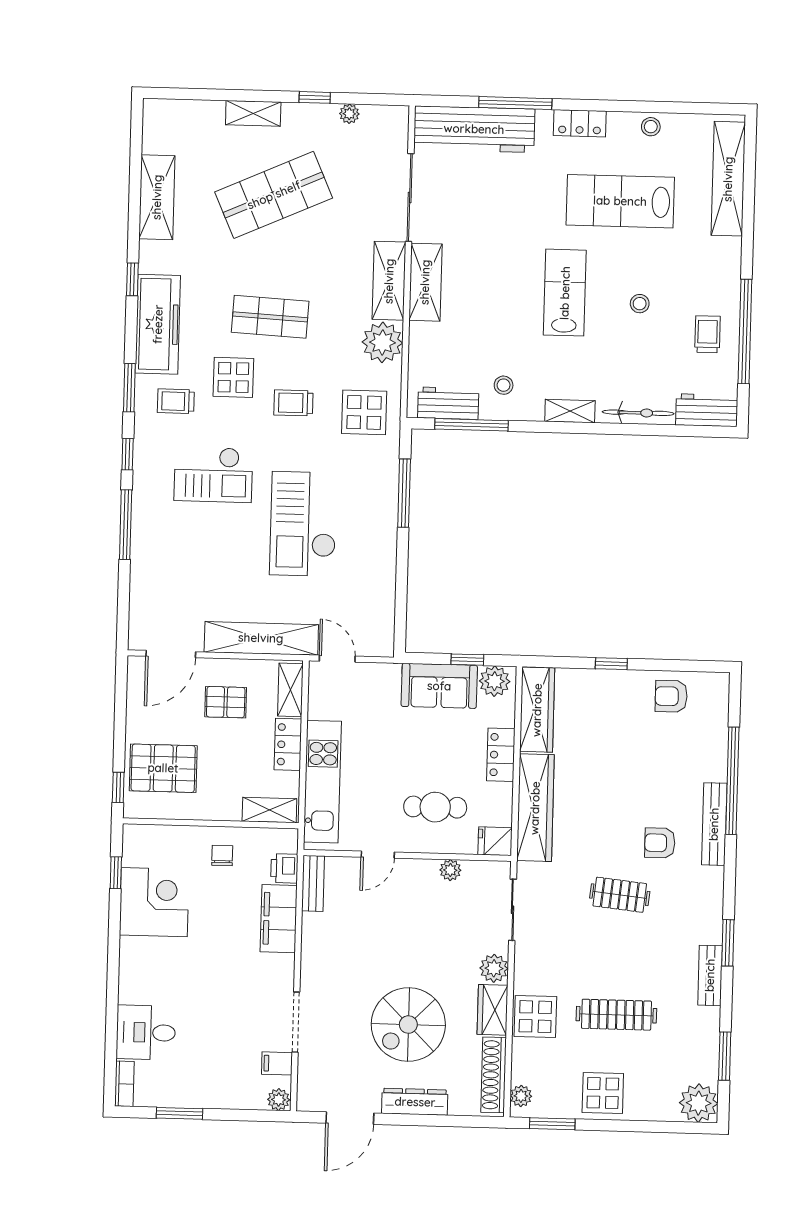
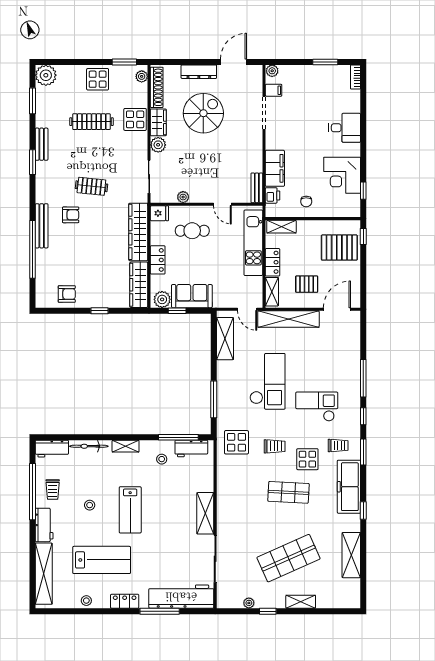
workbench: (725, 269) -> (44, 525), added
shelving: (389, 281) -> (225, 339), moved
plant: (382, 342) -> (228, 480), removed
door: (378, 855) -> (222, 204), swing flipped
desk: (146, 1032) -> (345, 128), moved

